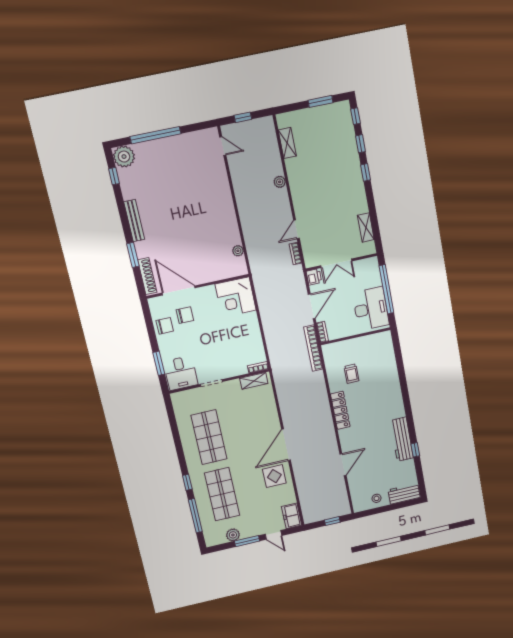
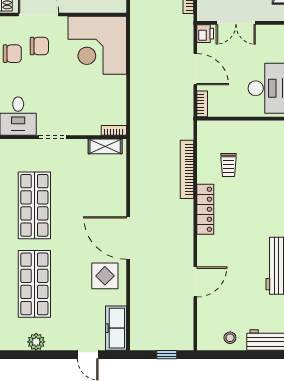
corner desk: (236, 297) -> (97, 45), width x1.36, depth x1.36
door: (312, 306) -> (195, 69), hinge flipped
bookcase: (313, 348) -> (187, 169), moved
door: (286, 445) -> (128, 238), hinge flipped
freezer: (292, 516) -> (116, 328), width x1.40
window: (247, 541) -> (52, 355), removed

